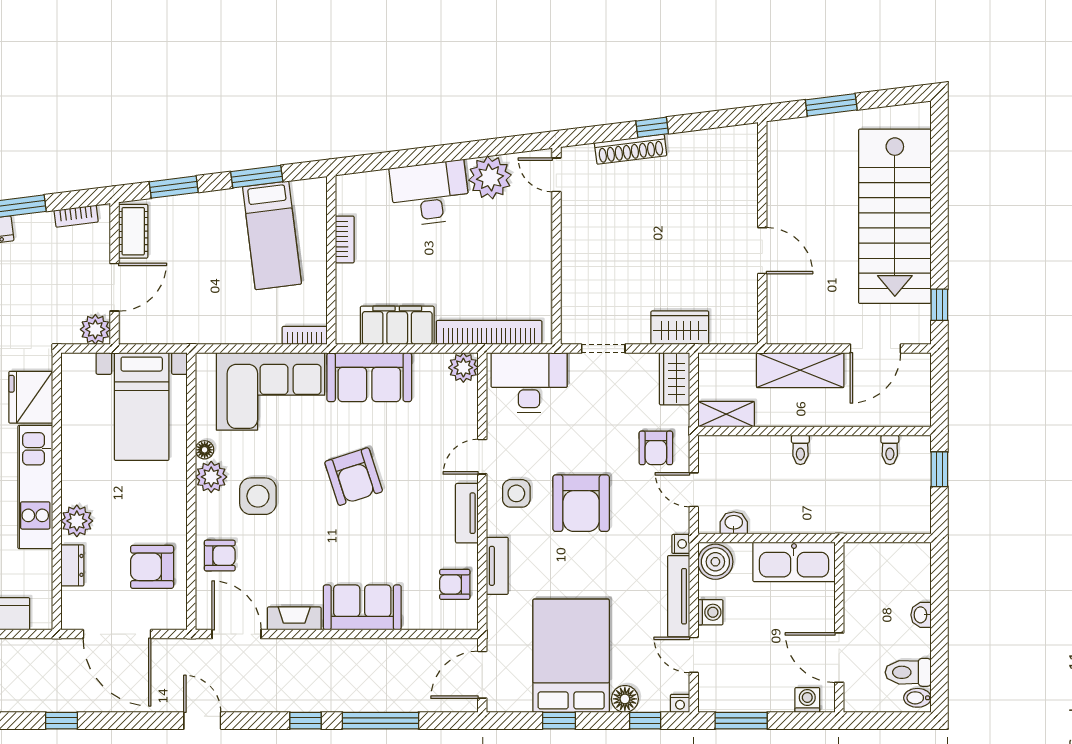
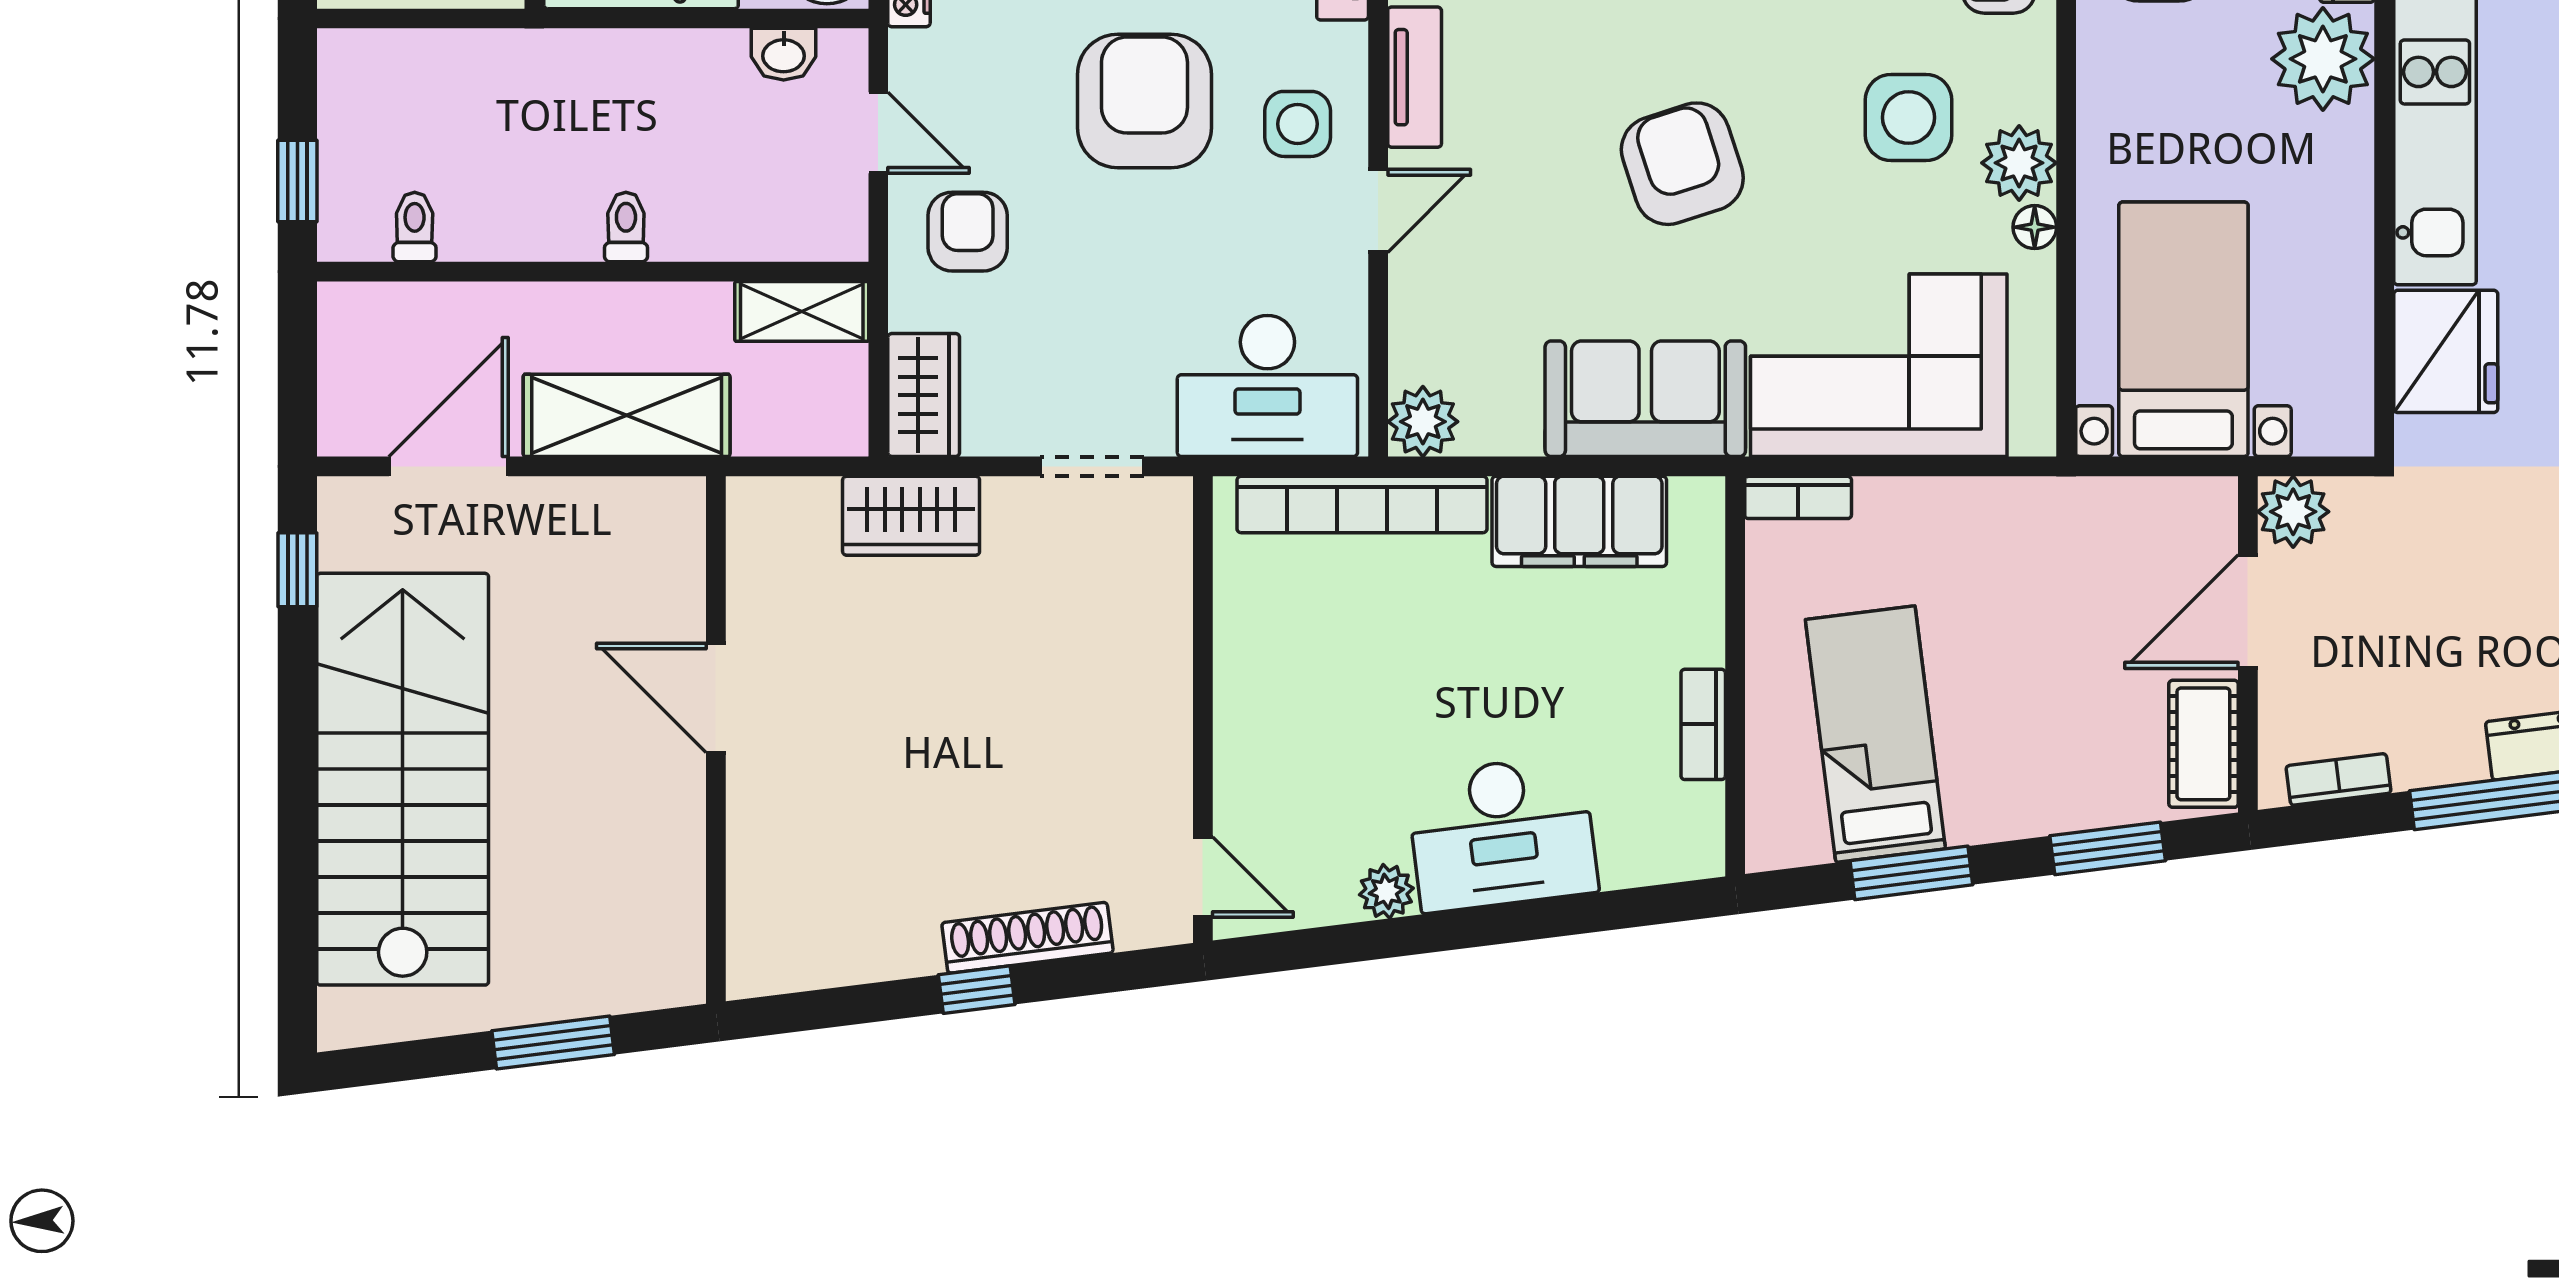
plant: (490, 178) -> (1386, 891), width x0.53, depth x0.53
plant: (77, 521) -> (2323, 59), width x1.36, depth x1.36

